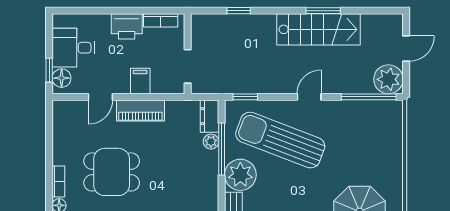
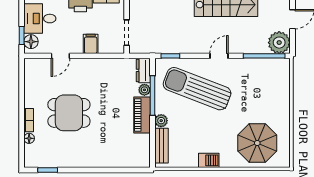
piano: (140, 111) -> (142, 115), moved, turned 90
plant: (240, 175) -> (161, 121), width x0.53, depth x0.53

